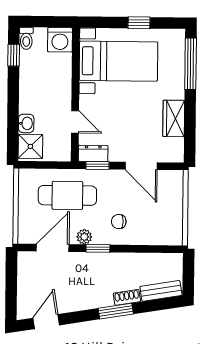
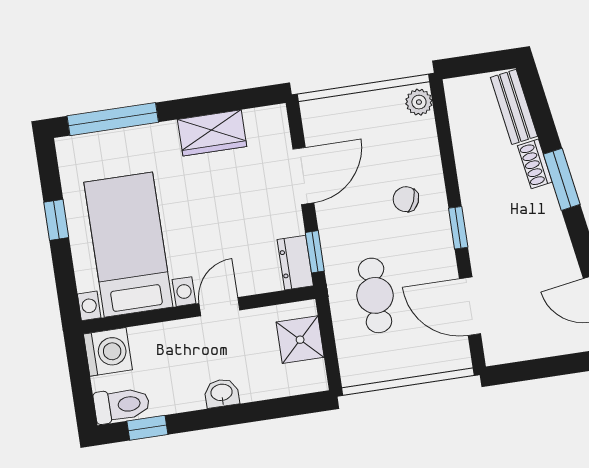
toilet: (26, 38) -> (122, 405), width x1.37, depth x1.39
door: (75, 122) -> (219, 307), moved
washbasin: (26, 123) -> (222, 393), moved
shower: (30, 146) -> (300, 340), moved
cafe table: (67, 195) -> (375, 295), width x0.73, depth x0.74
chair: (119, 222) -> (406, 199), turned 113
plant: (84, 237) -> (419, 102), moved

